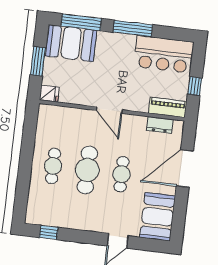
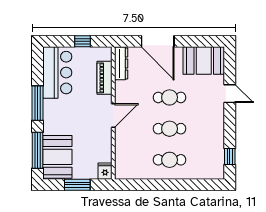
piano: (168, 107) -> (105, 78), moved
dresser: (160, 125) -> (121, 63), width x1.44
cafe table: (87, 170) -> (170, 129), width x0.73, depth x0.74

